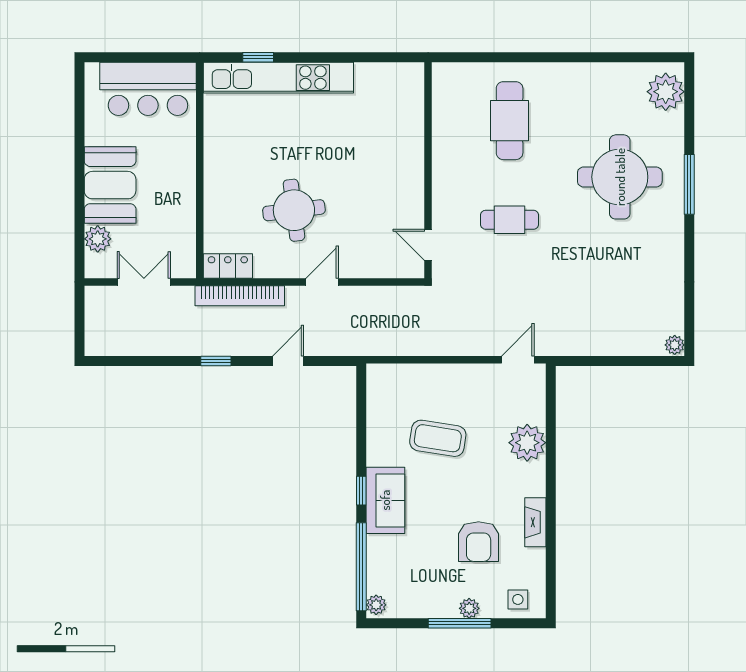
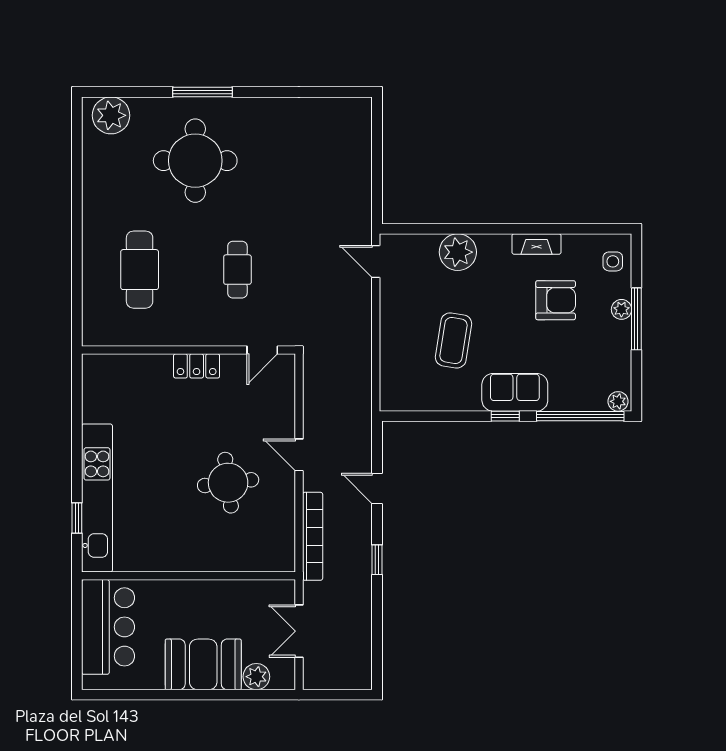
cafe table: (510, 121) -> (140, 270), turned 90
locker: (228, 266) -> (197, 366), moved, turned -90
plant: (675, 345) -> (361, 106), removed

